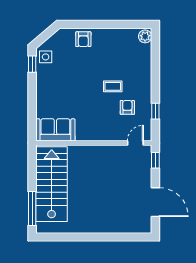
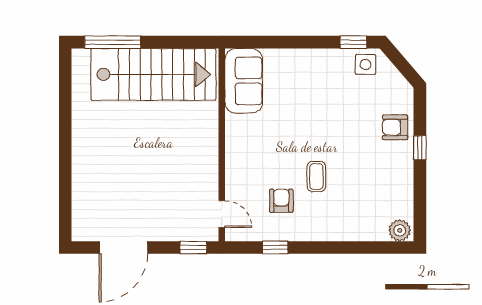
window: (96, 24) -> (420, 148), added
armchair: (127, 107) -> (281, 201), turned -90

